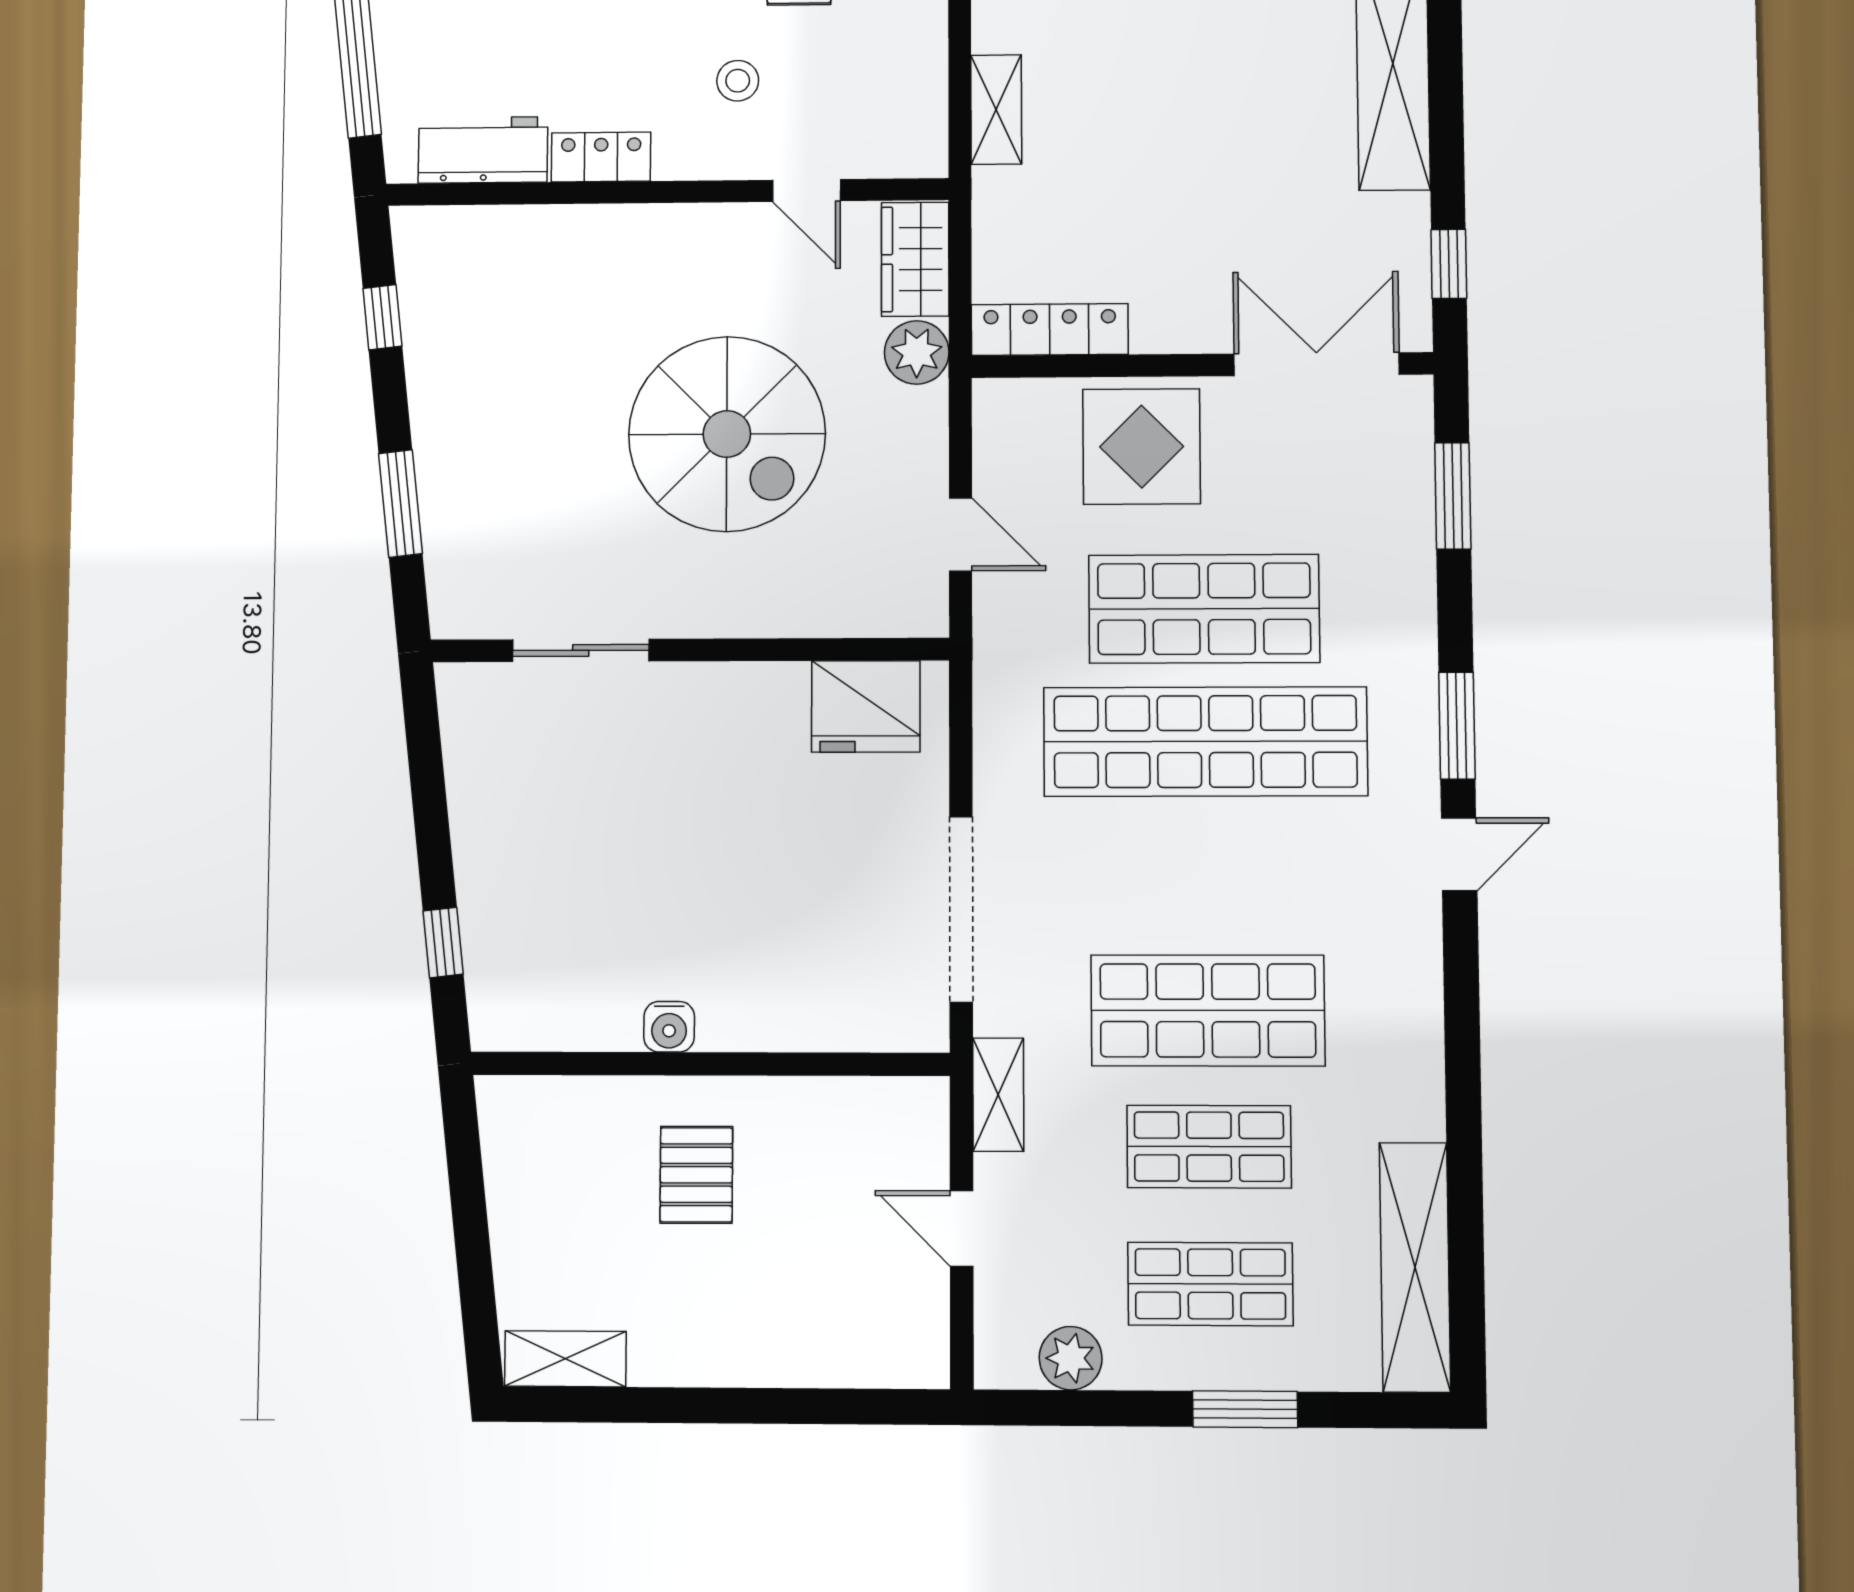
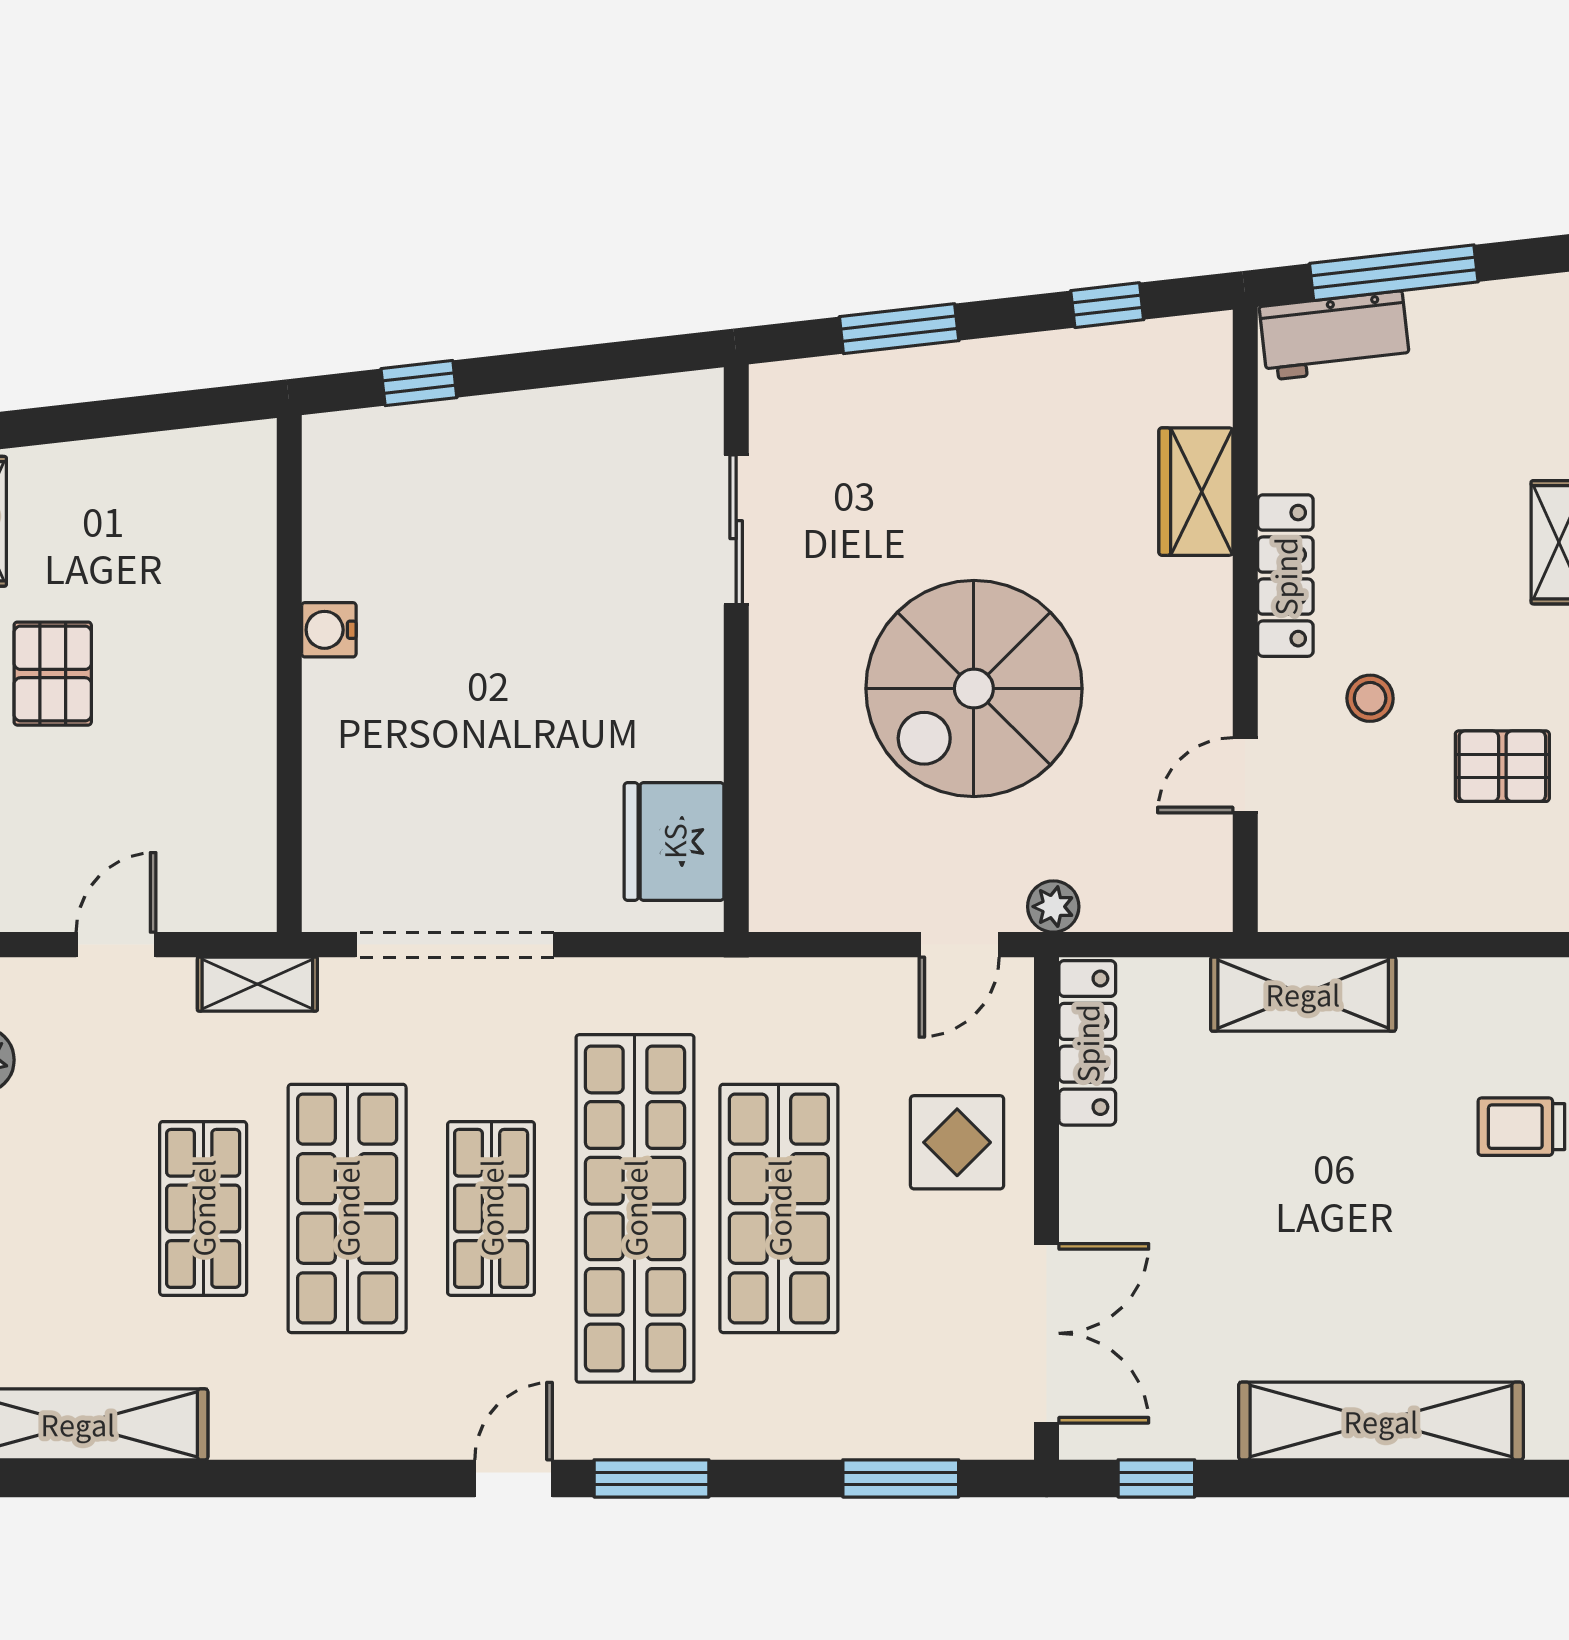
shelving: (996, 110) -> (1303, 994), width x1.50, depth x1.33
workbench: (483, 150) -> (1335, 336), moved, turned 84
locker: (601, 157) -> (1285, 576), width x1.53
wardrobe: (915, 259) -> (1196, 492), moved, turned -90
plant: (917, 352) -> (1053, 907), width x0.73, depth x0.73
display table: (1142, 447) -> (957, 1142), width x0.73, depth x0.73
door: (960, 534) -> (959, 945), moved
door: (1459, 854) -> (514, 1478), swing flipped
pallet: (696, 1175) -> (53, 674), moved, turned 90
shop shelf: (1210, 1284) -> (491, 1208), moved

